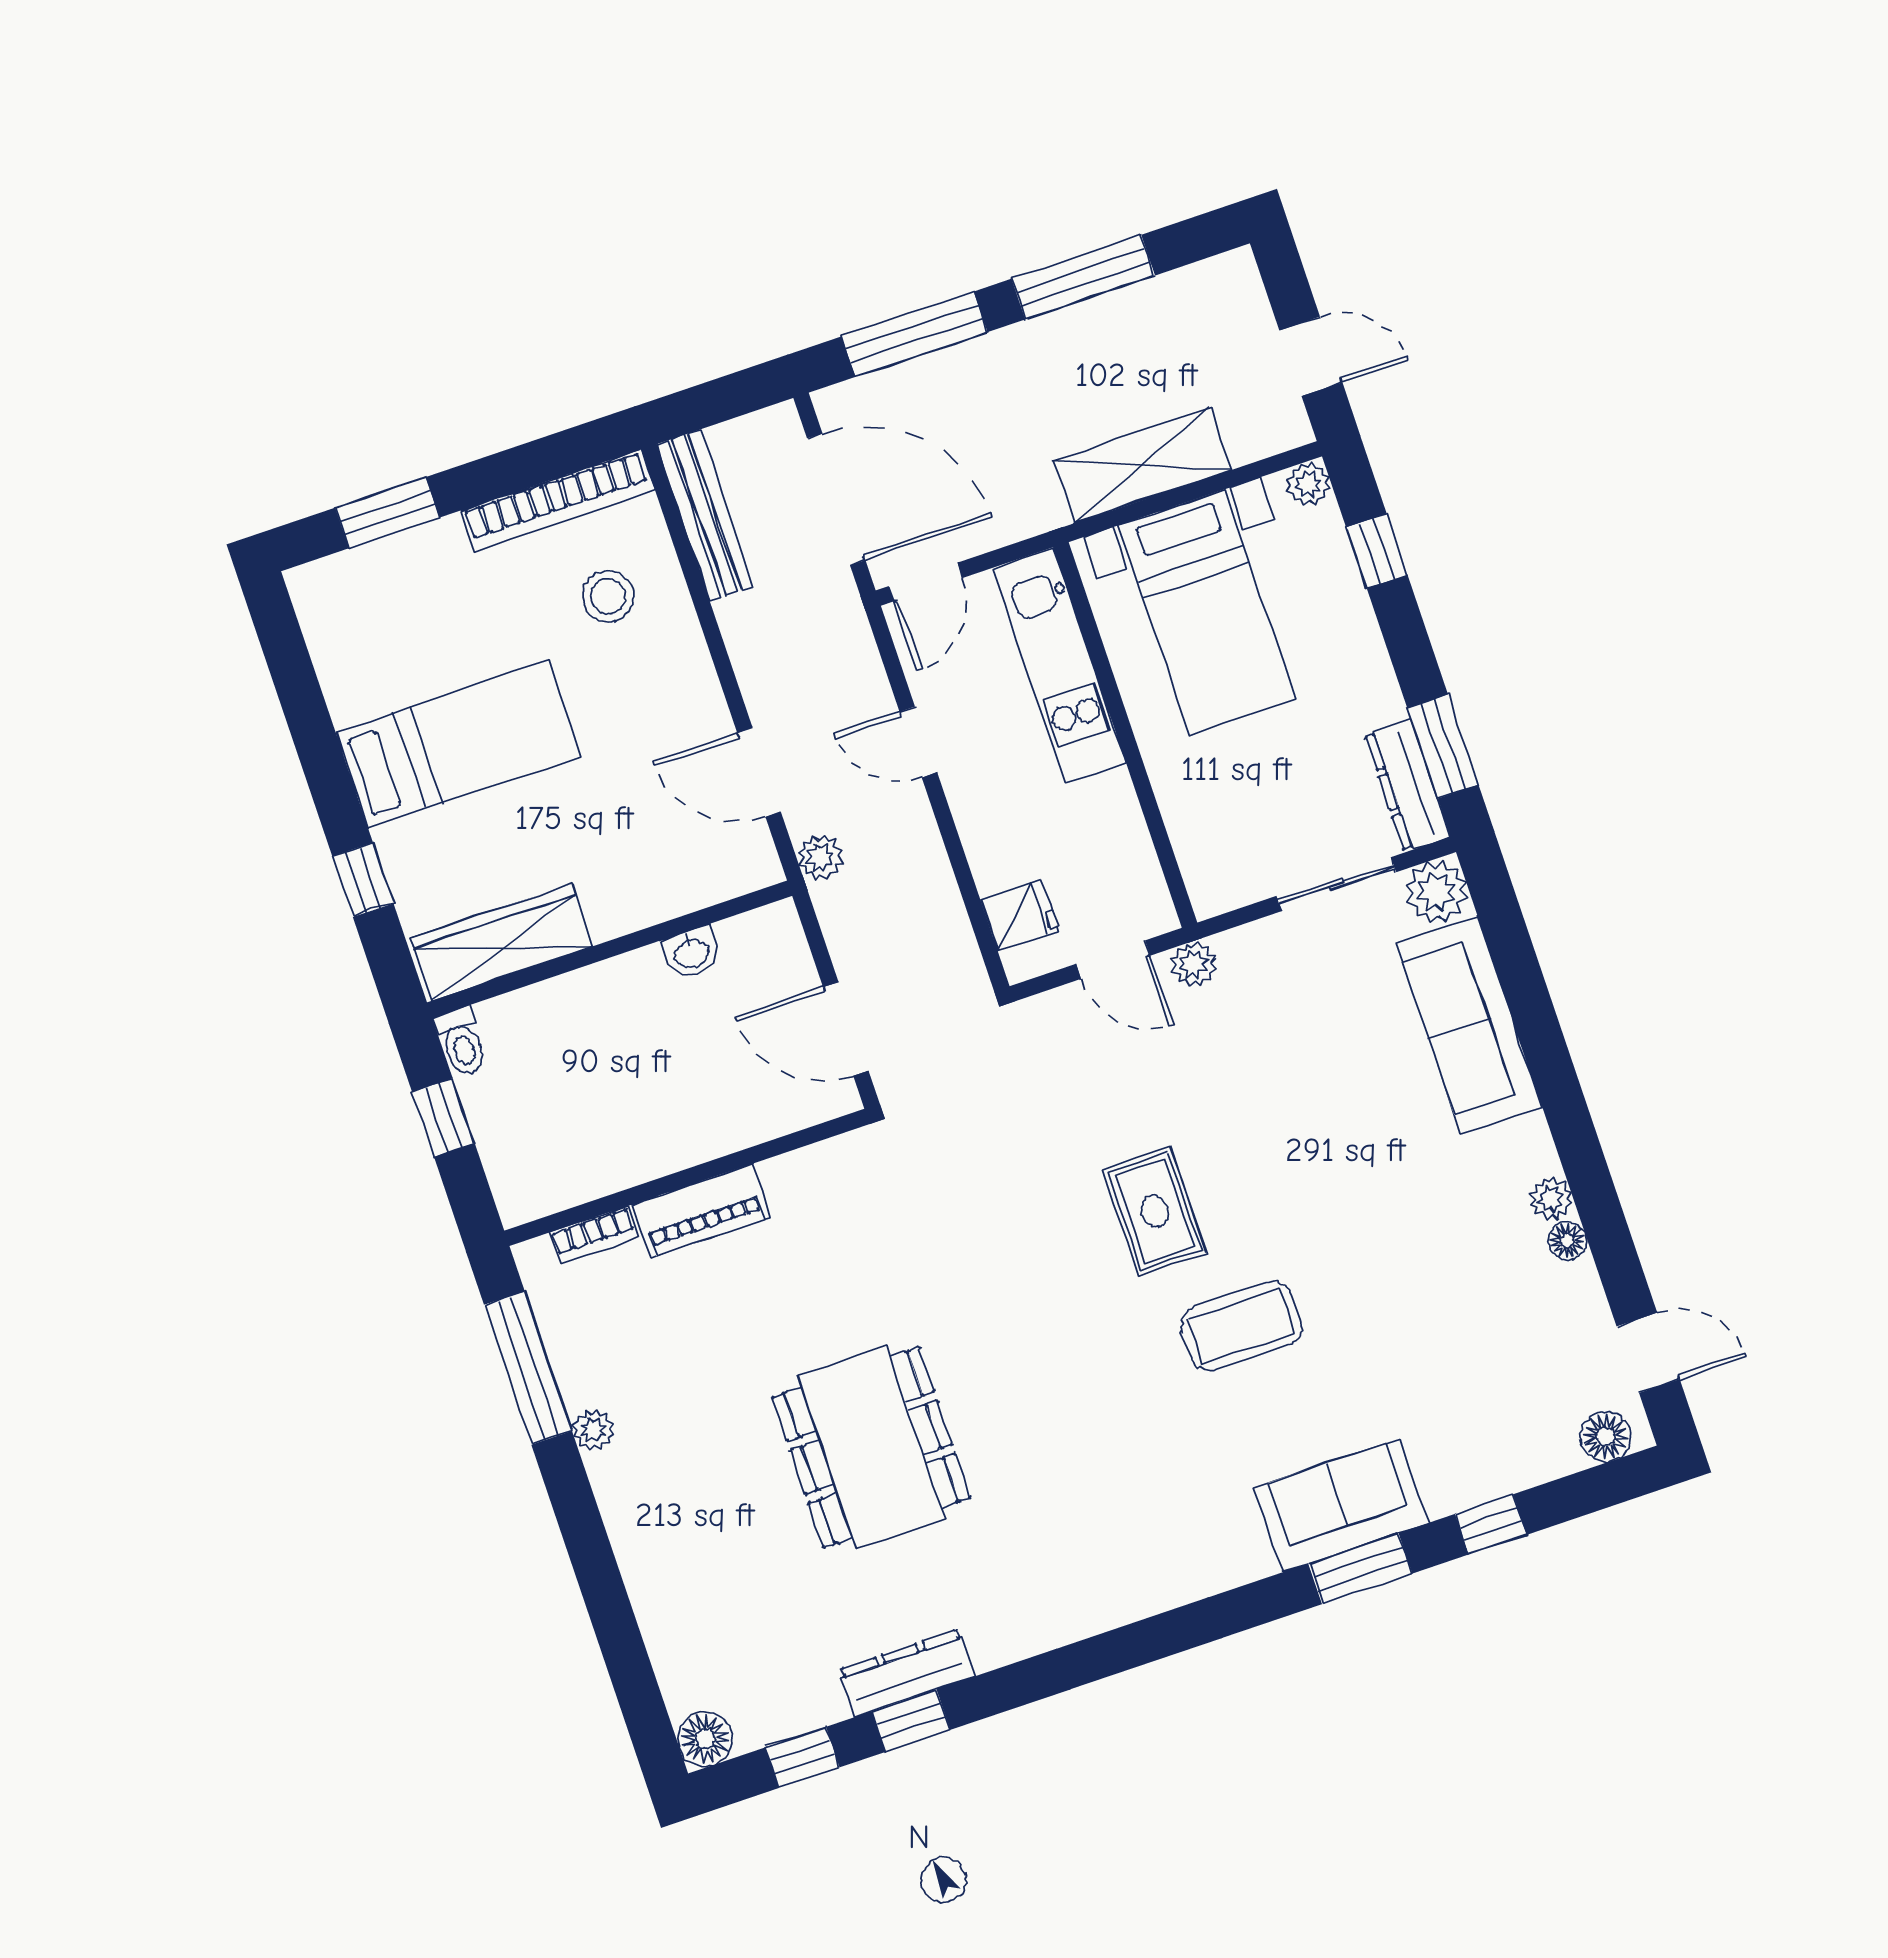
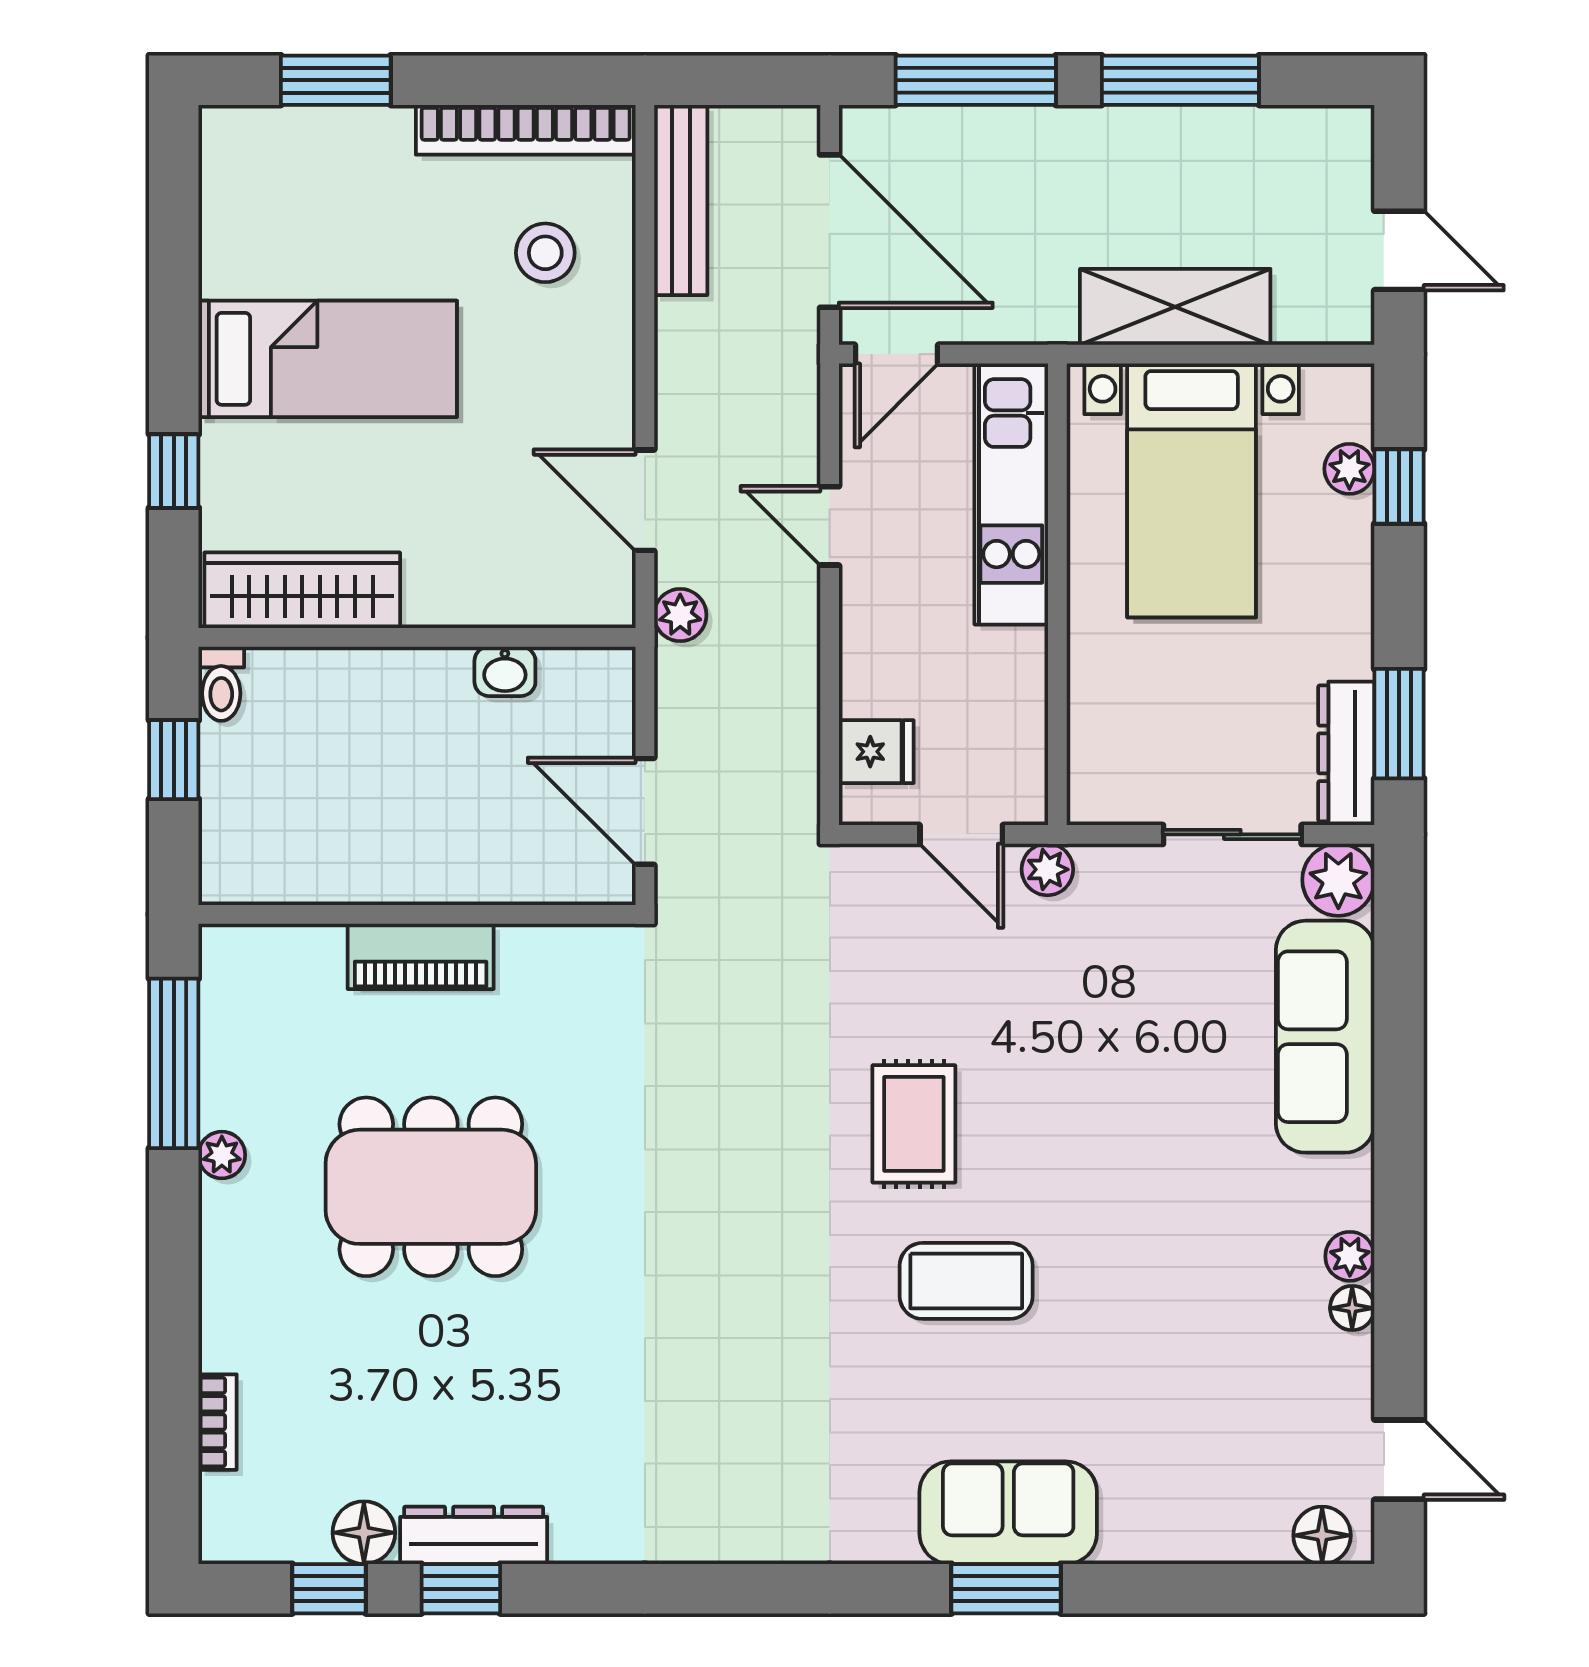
plant: (1308, 484) -> (1349, 469), moved
bookcase: (594, 1235) -> (218, 1422), moved, turned -90
dining table: (871, 1447) -> (431, 1187), moved, turned 90
window: (1491, 1524) -> (1165, 1589), removed
floor lamp: (705, 1739) -> (364, 1533), moved

